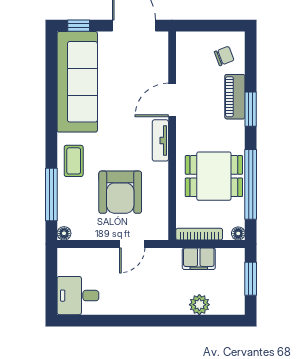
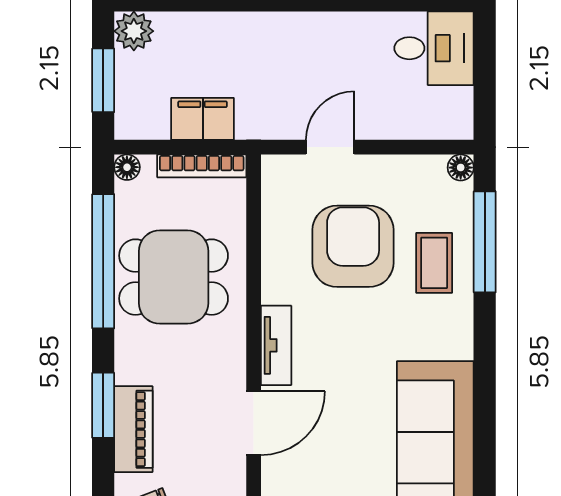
coffee table: (74, 161) -> (434, 263), moved
plant: (199, 305) -> (134, 31), moved

